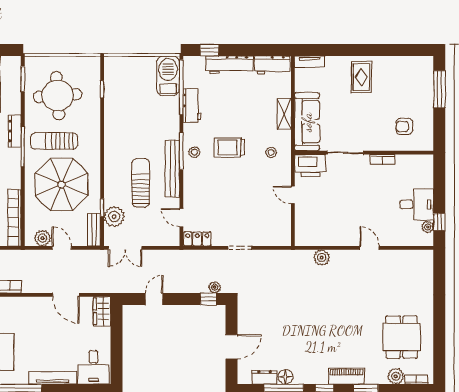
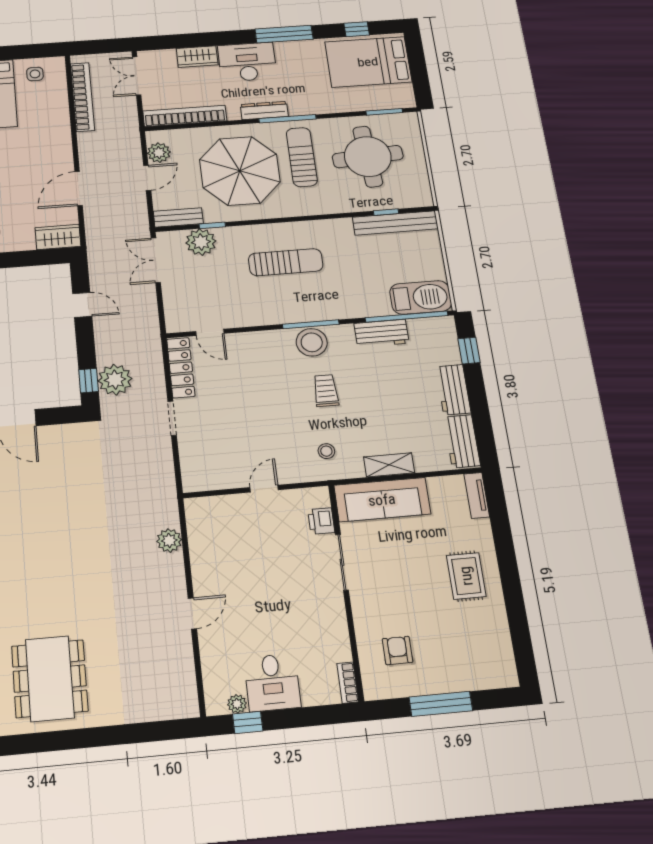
workbench: (230, 65) -> (453, 390), width x0.73
rug: (362, 77) -> (466, 576), turned 90
window: (439, 89) -> (441, 704), moved
dresser: (15, 131) -> (264, 110), moved
trolley: (229, 147) -> (326, 391), width x0.73, depth x0.72
stool: (194, 152) -> (312, 342), width x1.89, depth x1.89
bookcase: (383, 159) -> (348, 683), moved
printer: (310, 165) -> (321, 521), width x0.53, depth x0.68
bench: (172, 169) -> (395, 223), moved
sun lounger: (141, 183) -> (286, 262), moved
door: (181, 218) -> (210, 332), swing flipped
locker: (197, 239) -> (181, 368), width x1.53
plant: (215, 287) -> (115, 380), width x1.87, depth x1.87
dining table: (402, 337) -> (50, 679), width x1.38

